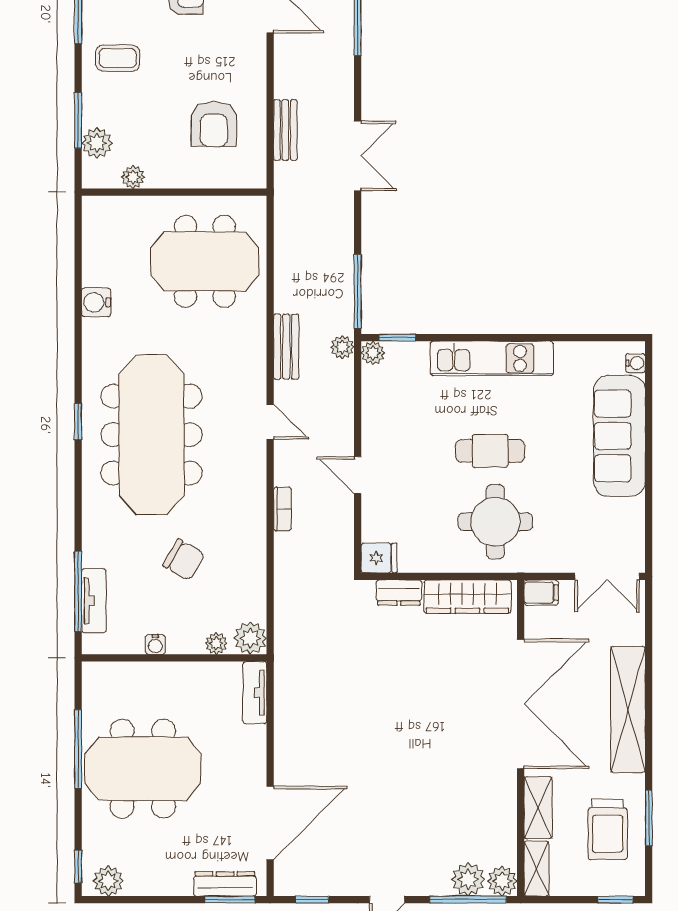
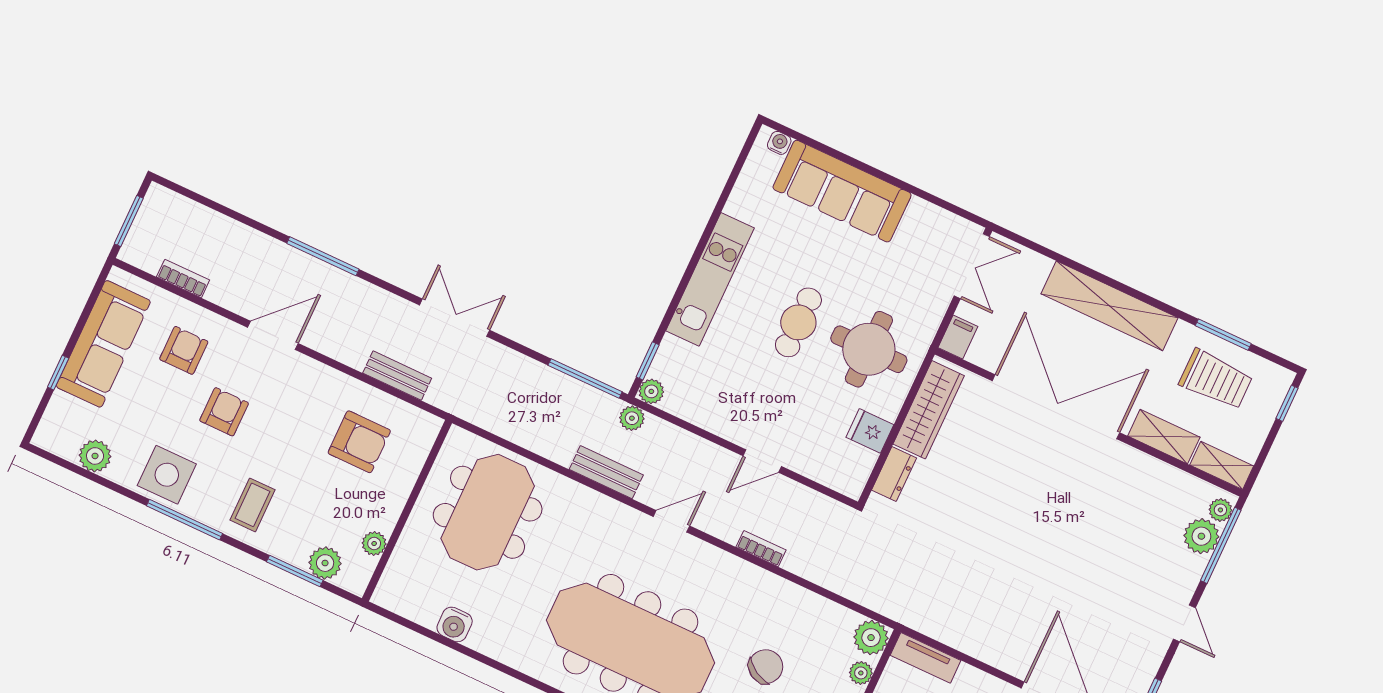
water cooler: (96, 302) -> (455, 624), moved
fridge: (379, 558) -> (870, 431), moved, turned -90
plant: (502, 881) -> (1220, 510), width x0.73, depth x0.73

